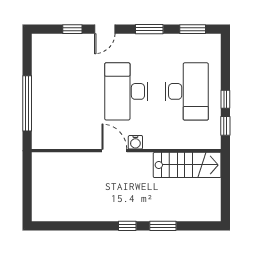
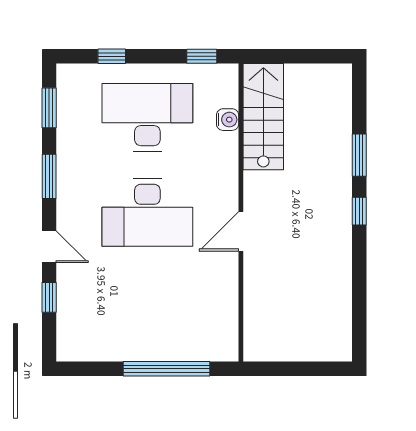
window: (225, 99) -> (112, 56), moved
water cooler: (135, 142) -> (228, 120), moved

